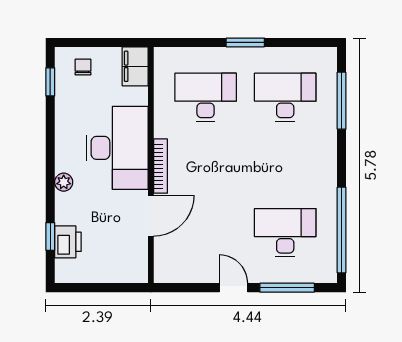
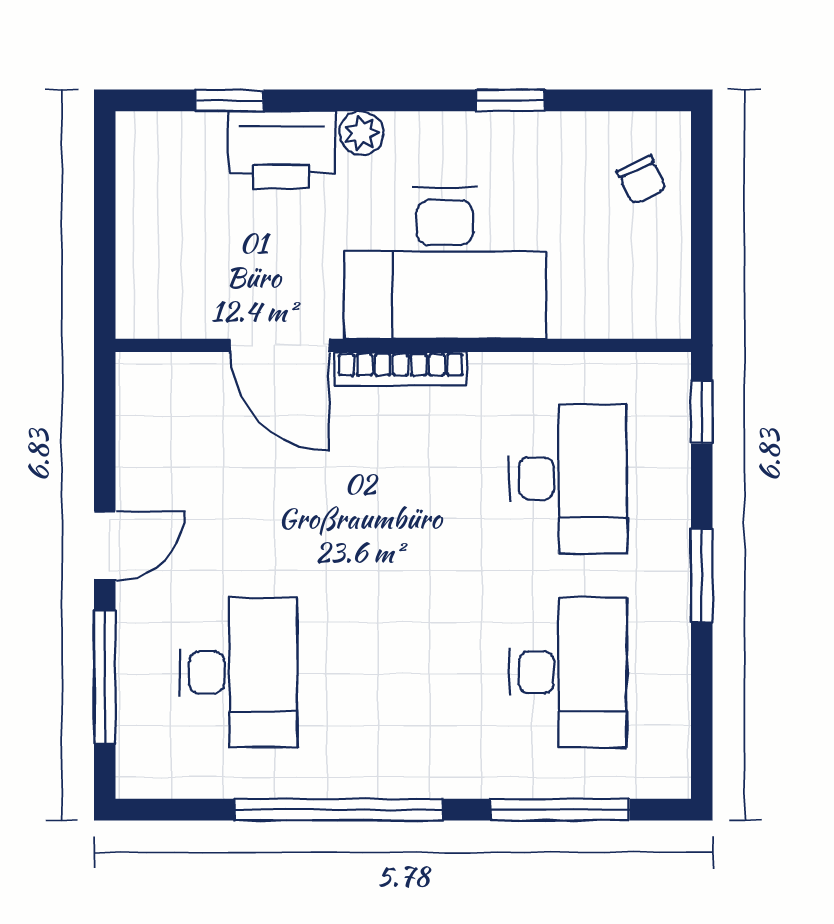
window: (178, 42) -> (702, 412), added
filing cabinet: (135, 66) -> (644, 307), removed
chair: (83, 67) -> (642, 180), turned 64
window: (50, 82) -> (511, 100), moved
window: (342, 230) -> (339, 810), moved
printer: (68, 242) -> (282, 150), moved, width x1.37, depth x1.19

